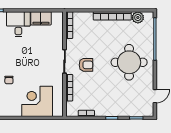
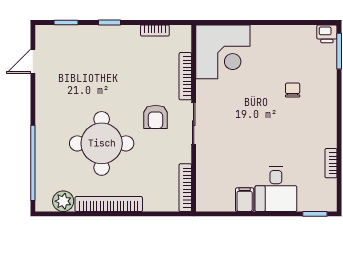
filing cabinet: (41, 18) -> (245, 200), width x0.50
round table: (129, 62) -> (102, 143), moved
armchair: (86, 65) -> (156, 117), turned -90
corner desk: (37, 101) -> (223, 52), moved

